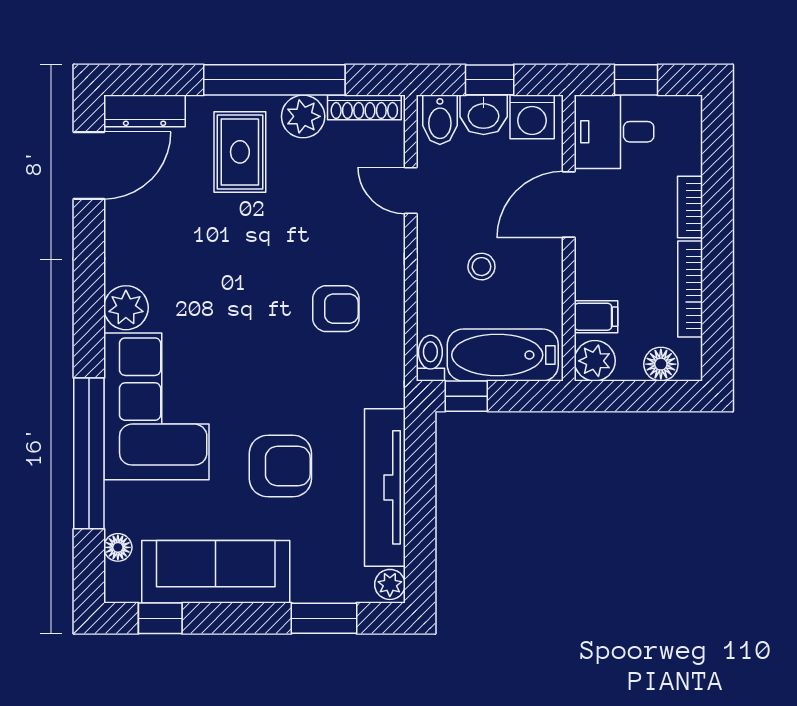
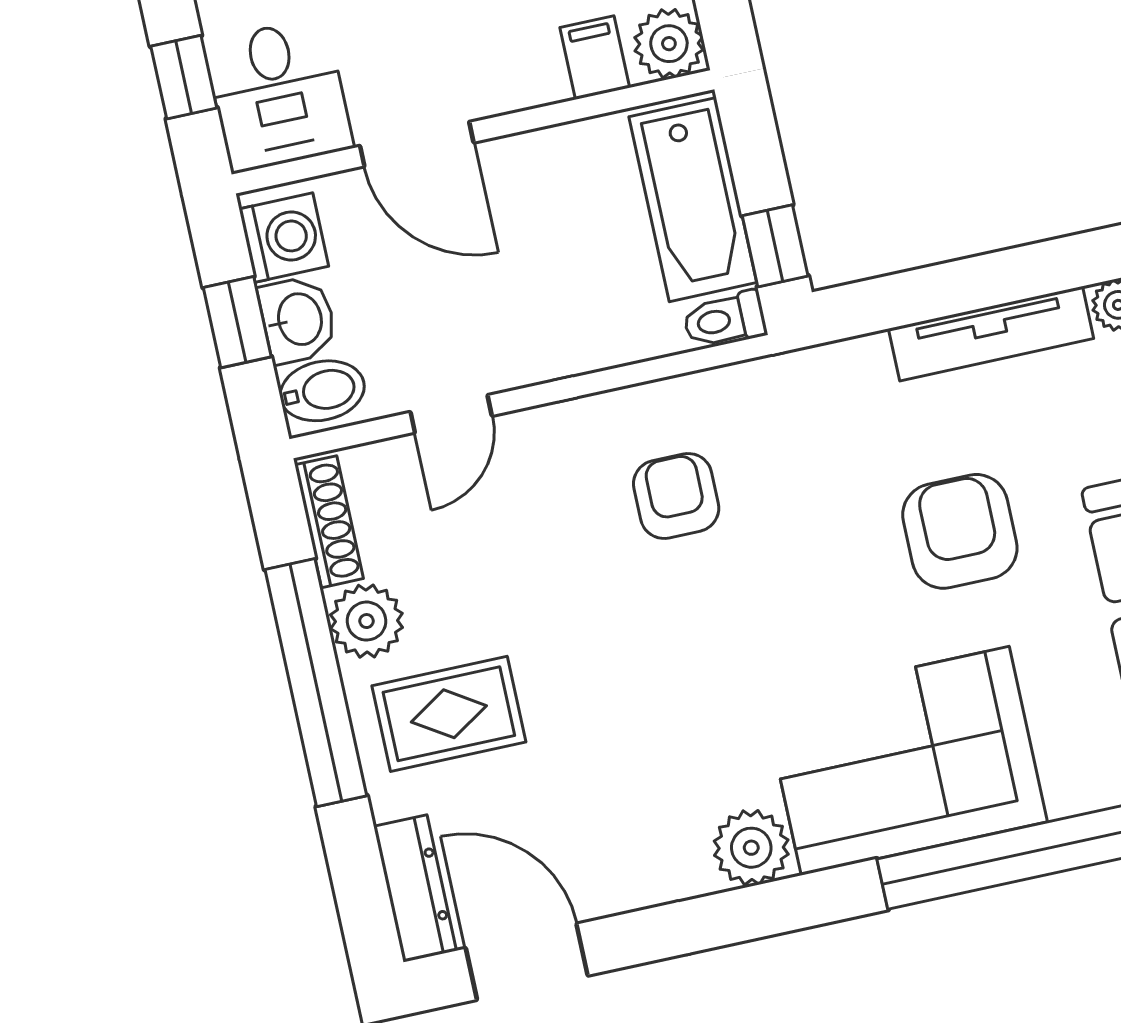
stool: (481, 267) -> (553, 268), removed
tv unit: (385, 487) -> (991, 334), width x0.73, depth x0.78

